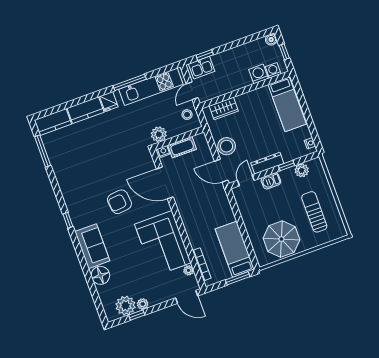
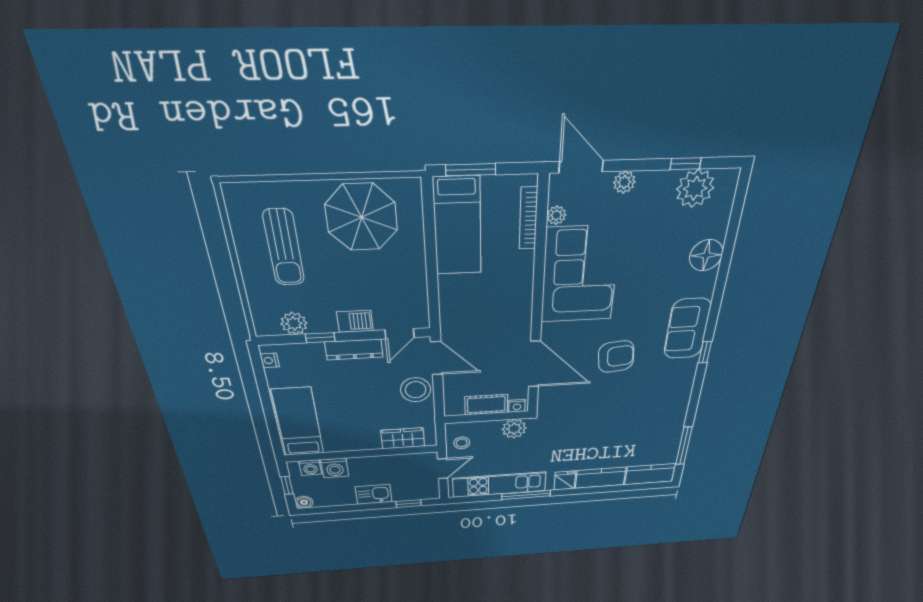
kitchen sink: (202, 68) -> (374, 494), moved
sofa: (92, 246) -> (687, 329), moved
plant: (143, 304) -> (624, 182), moved

